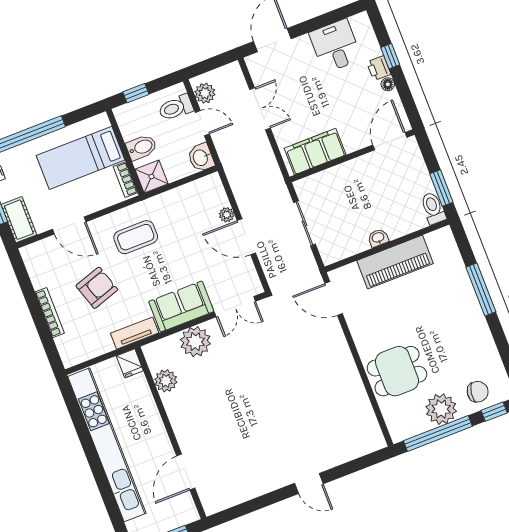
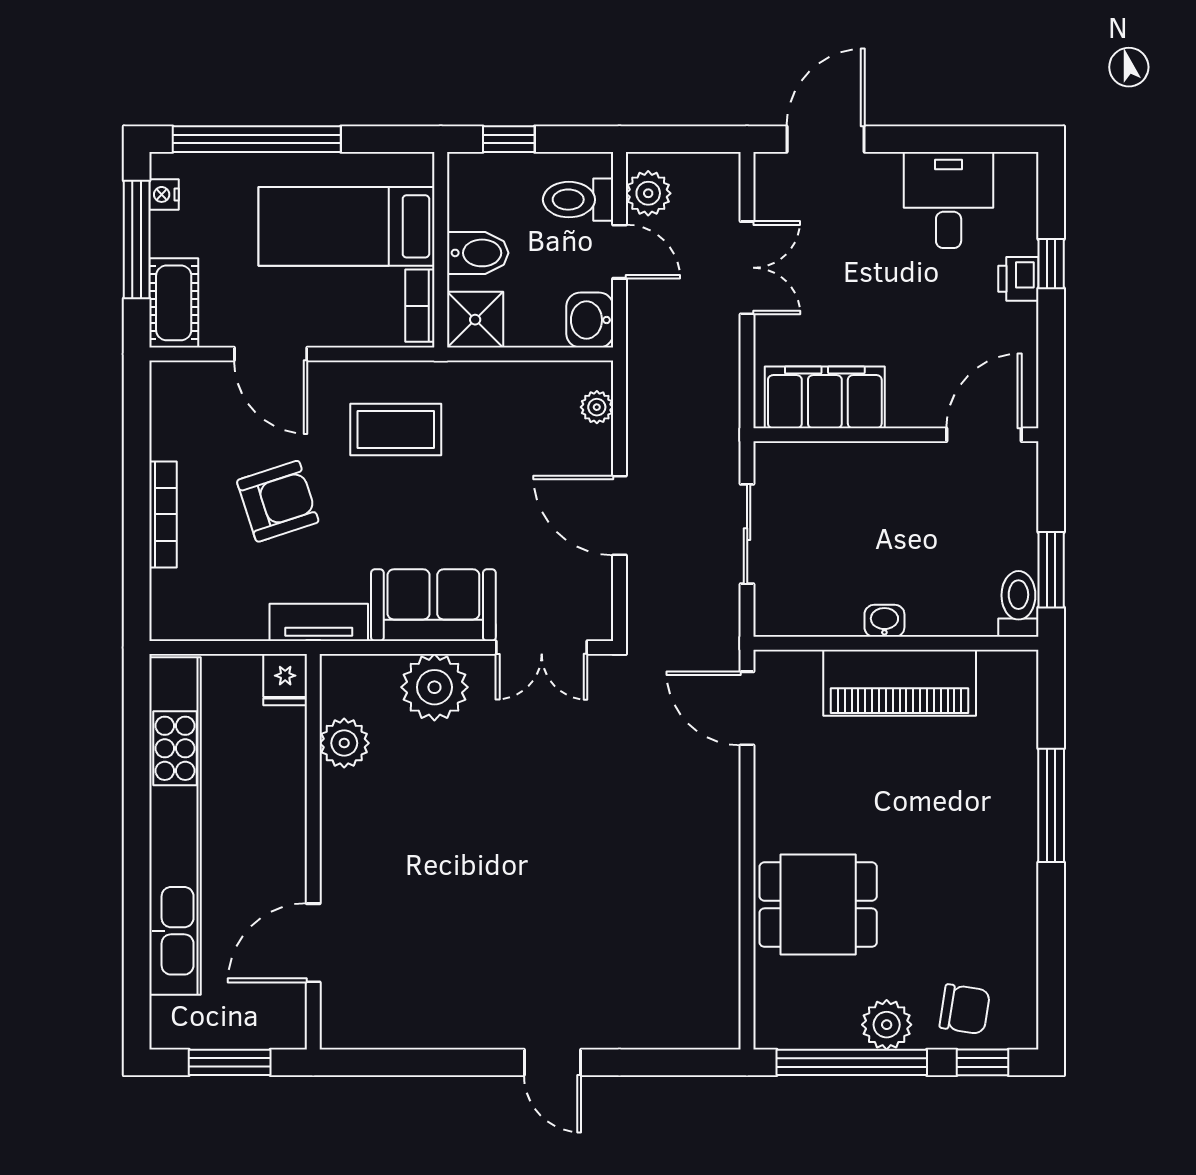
floor lamp: (388, 84) -> (1024, 319), removed
plant: (227, 215) -> (597, 407), moved
plant: (441, 409) -> (887, 1025), width x0.73, depth x0.73

